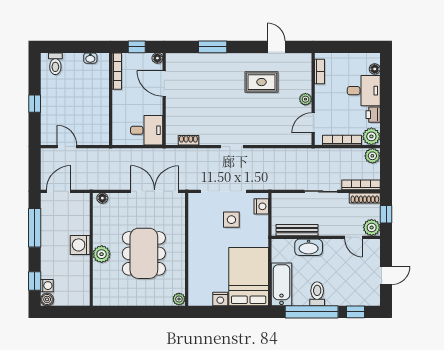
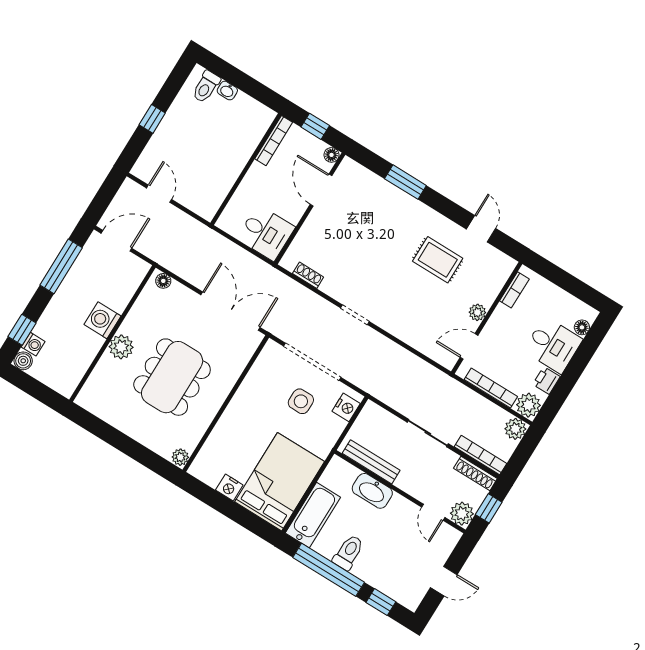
washbasin: (90, 58) -> (227, 91), moved

